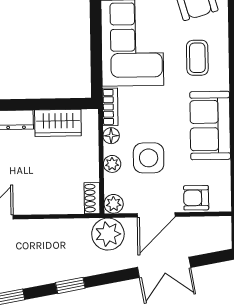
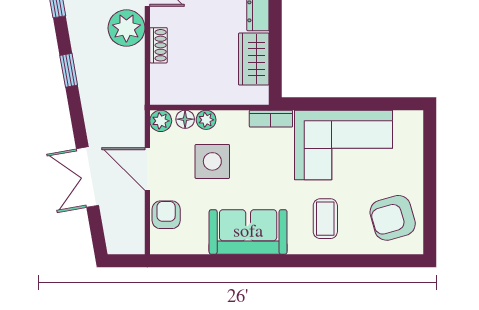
coffee table: (197, 58) -> (325, 219), turned 90
floor lamp: (111, 136) -> (185, 119), moved
shoe rack: (92, 198) -> (158, 45), moved, turned 90
plant: (108, 234) -> (126, 28), moved

